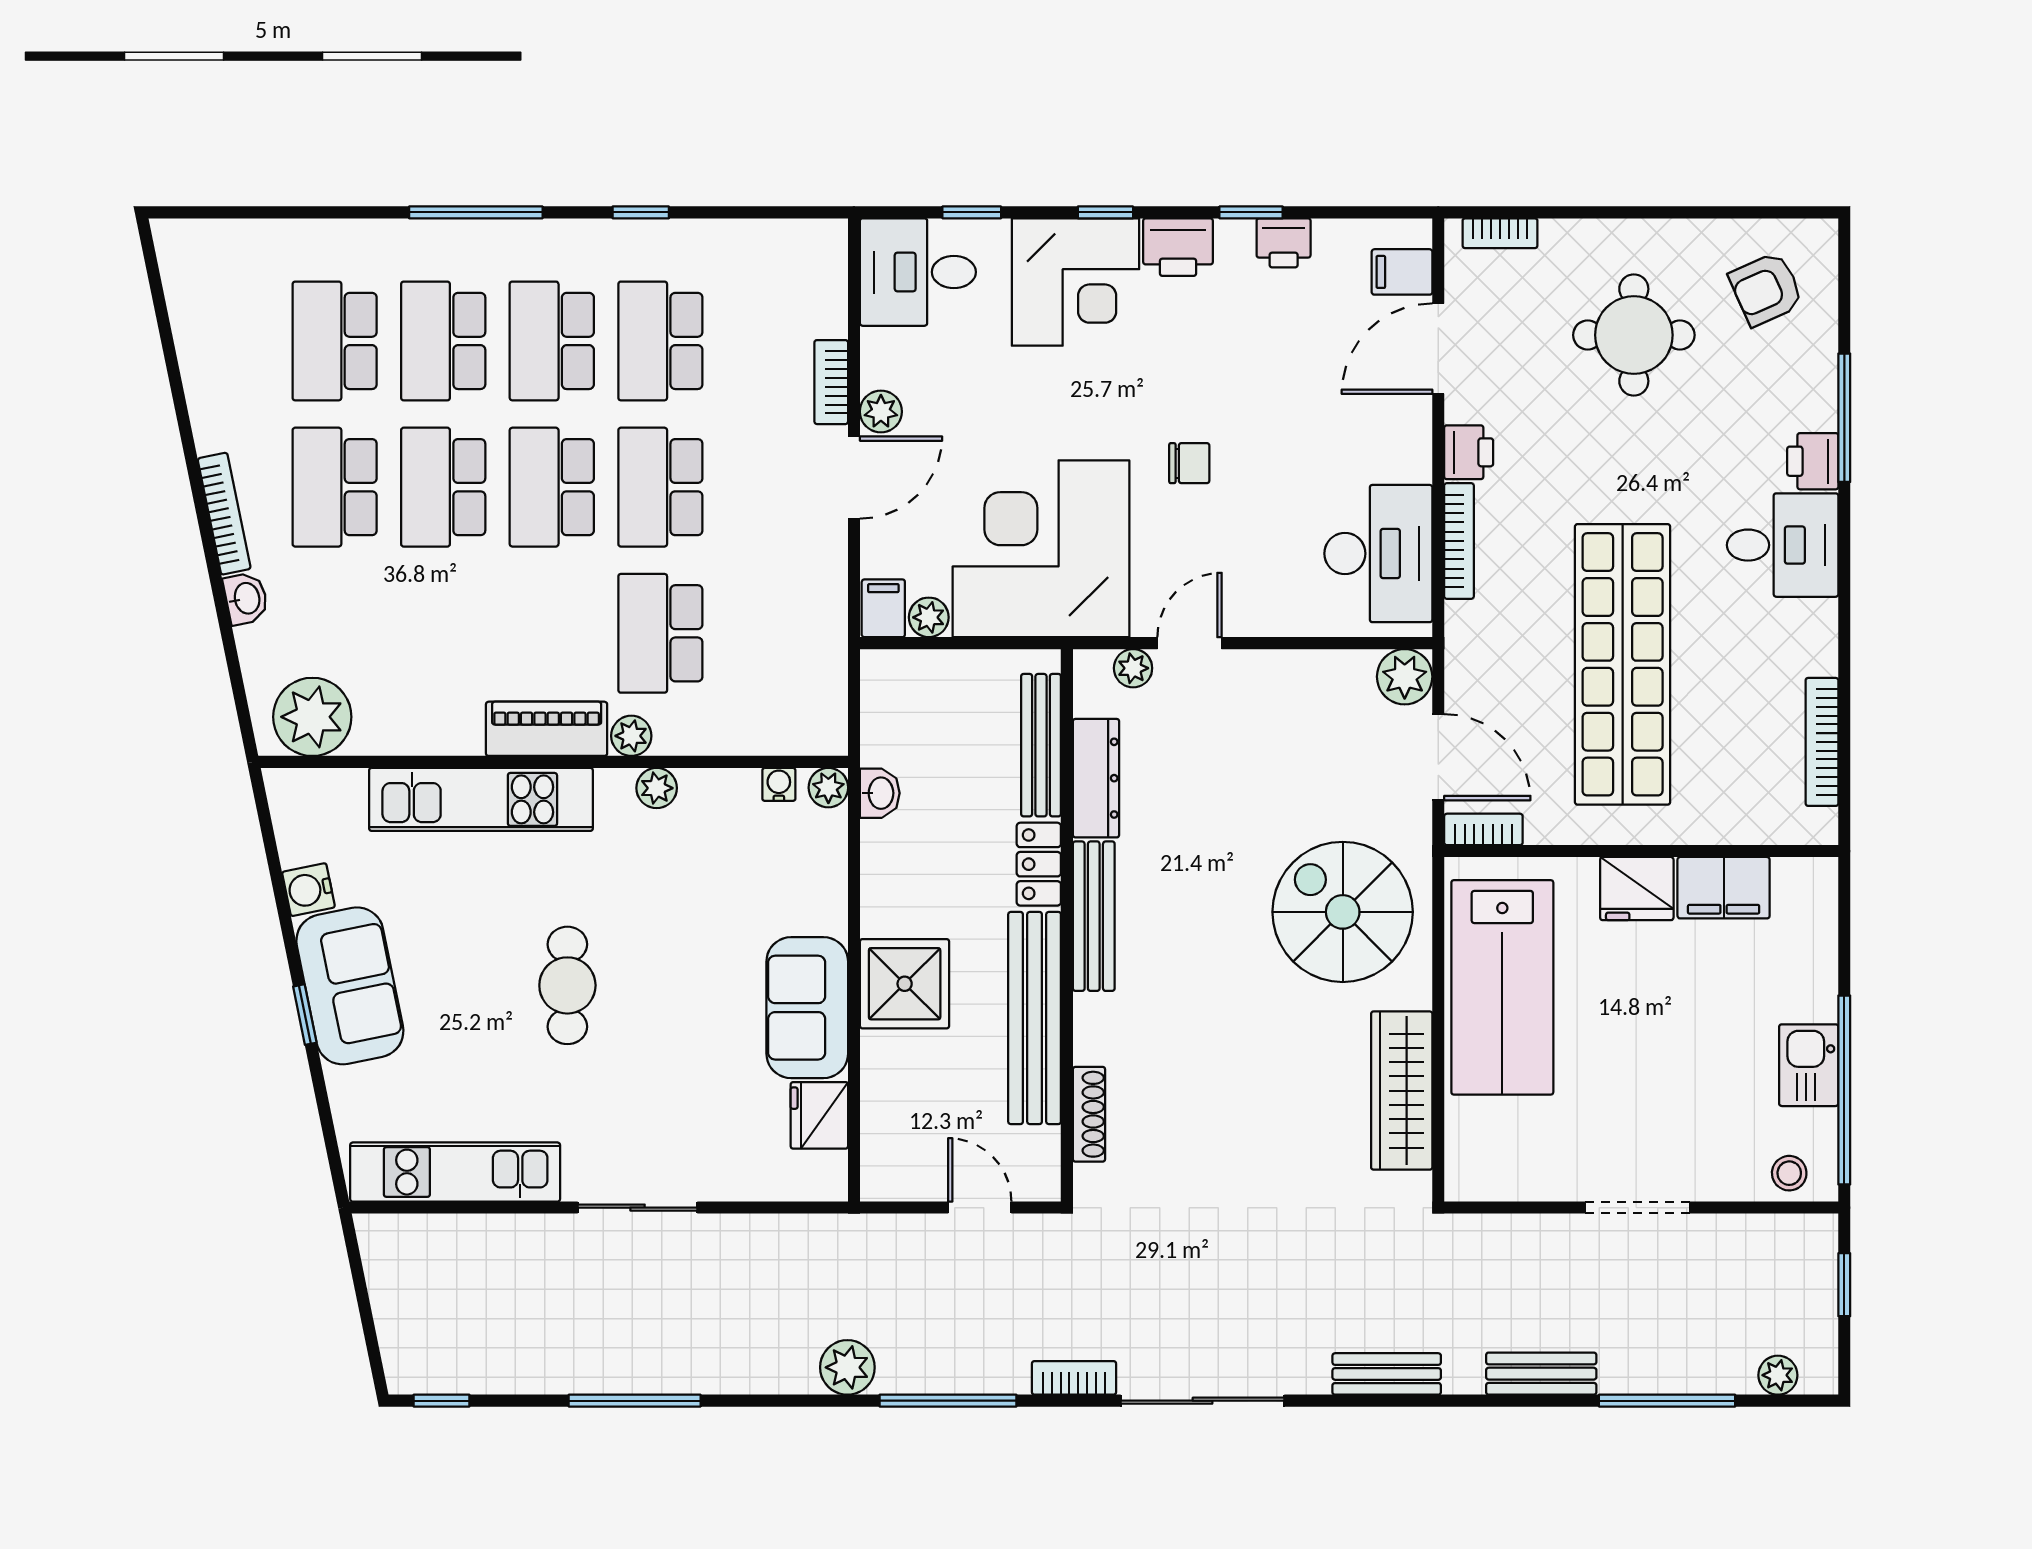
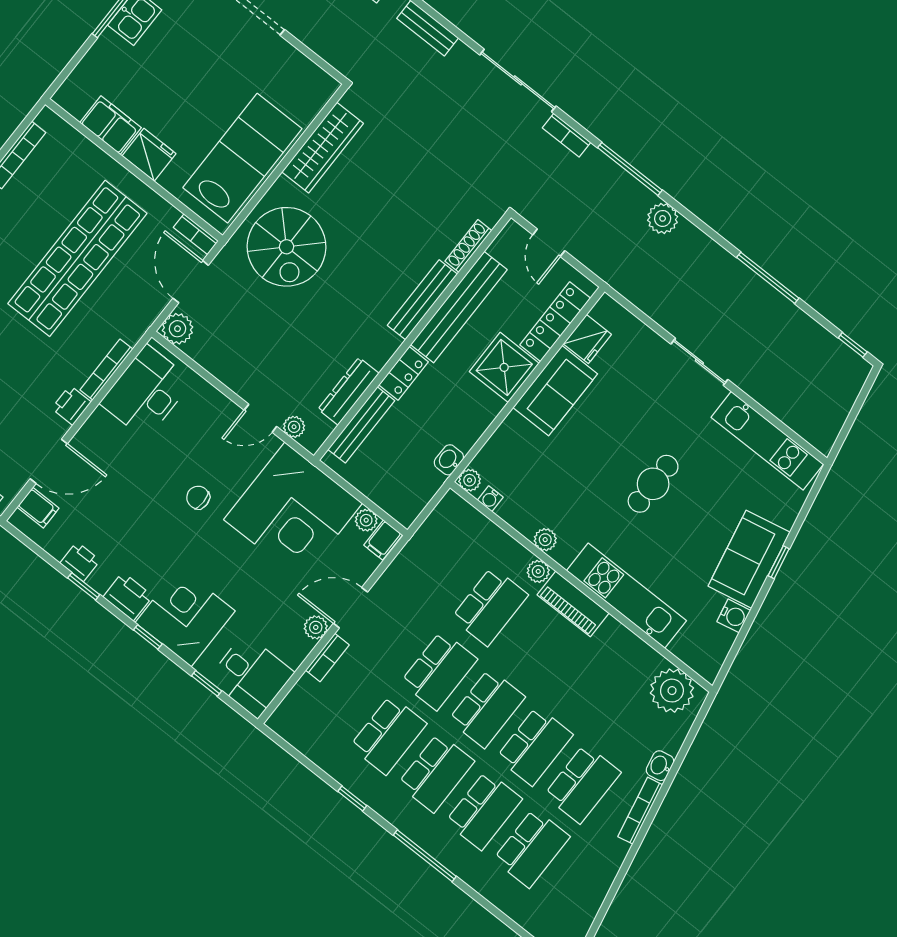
bench: (1094, 916) -> (422, 300), moved
locker: (884, 1104) -> (555, 322), added

